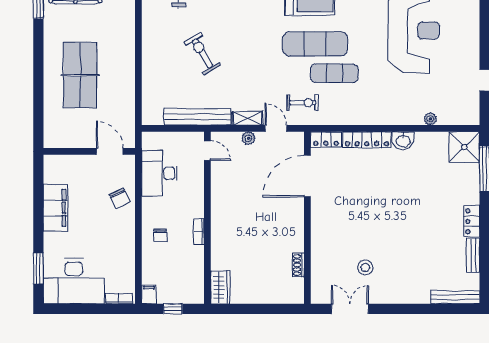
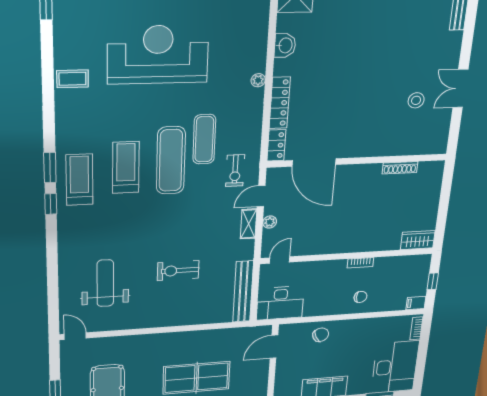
exercise bike: (202, 54) -> (178, 271), turned 31
exercise bike: (303, 103) -> (235, 171), turned 180
bench: (198, 117) -> (243, 292), moved
plant: (430, 119) -> (258, 80), moved
washbasin: (403, 141) -> (285, 45), moved
desk: (160, 173) -> (280, 303), moved
shoe rack: (298, 265) -> (400, 168), width x1.43
double door: (350, 309) -> (460, 88), moved

